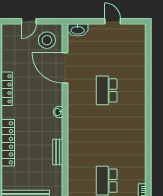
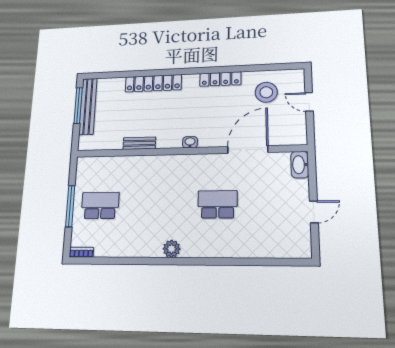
stool: (47, 40) -> (266, 92), moved
plant: (139, 124) -> (171, 249), added

